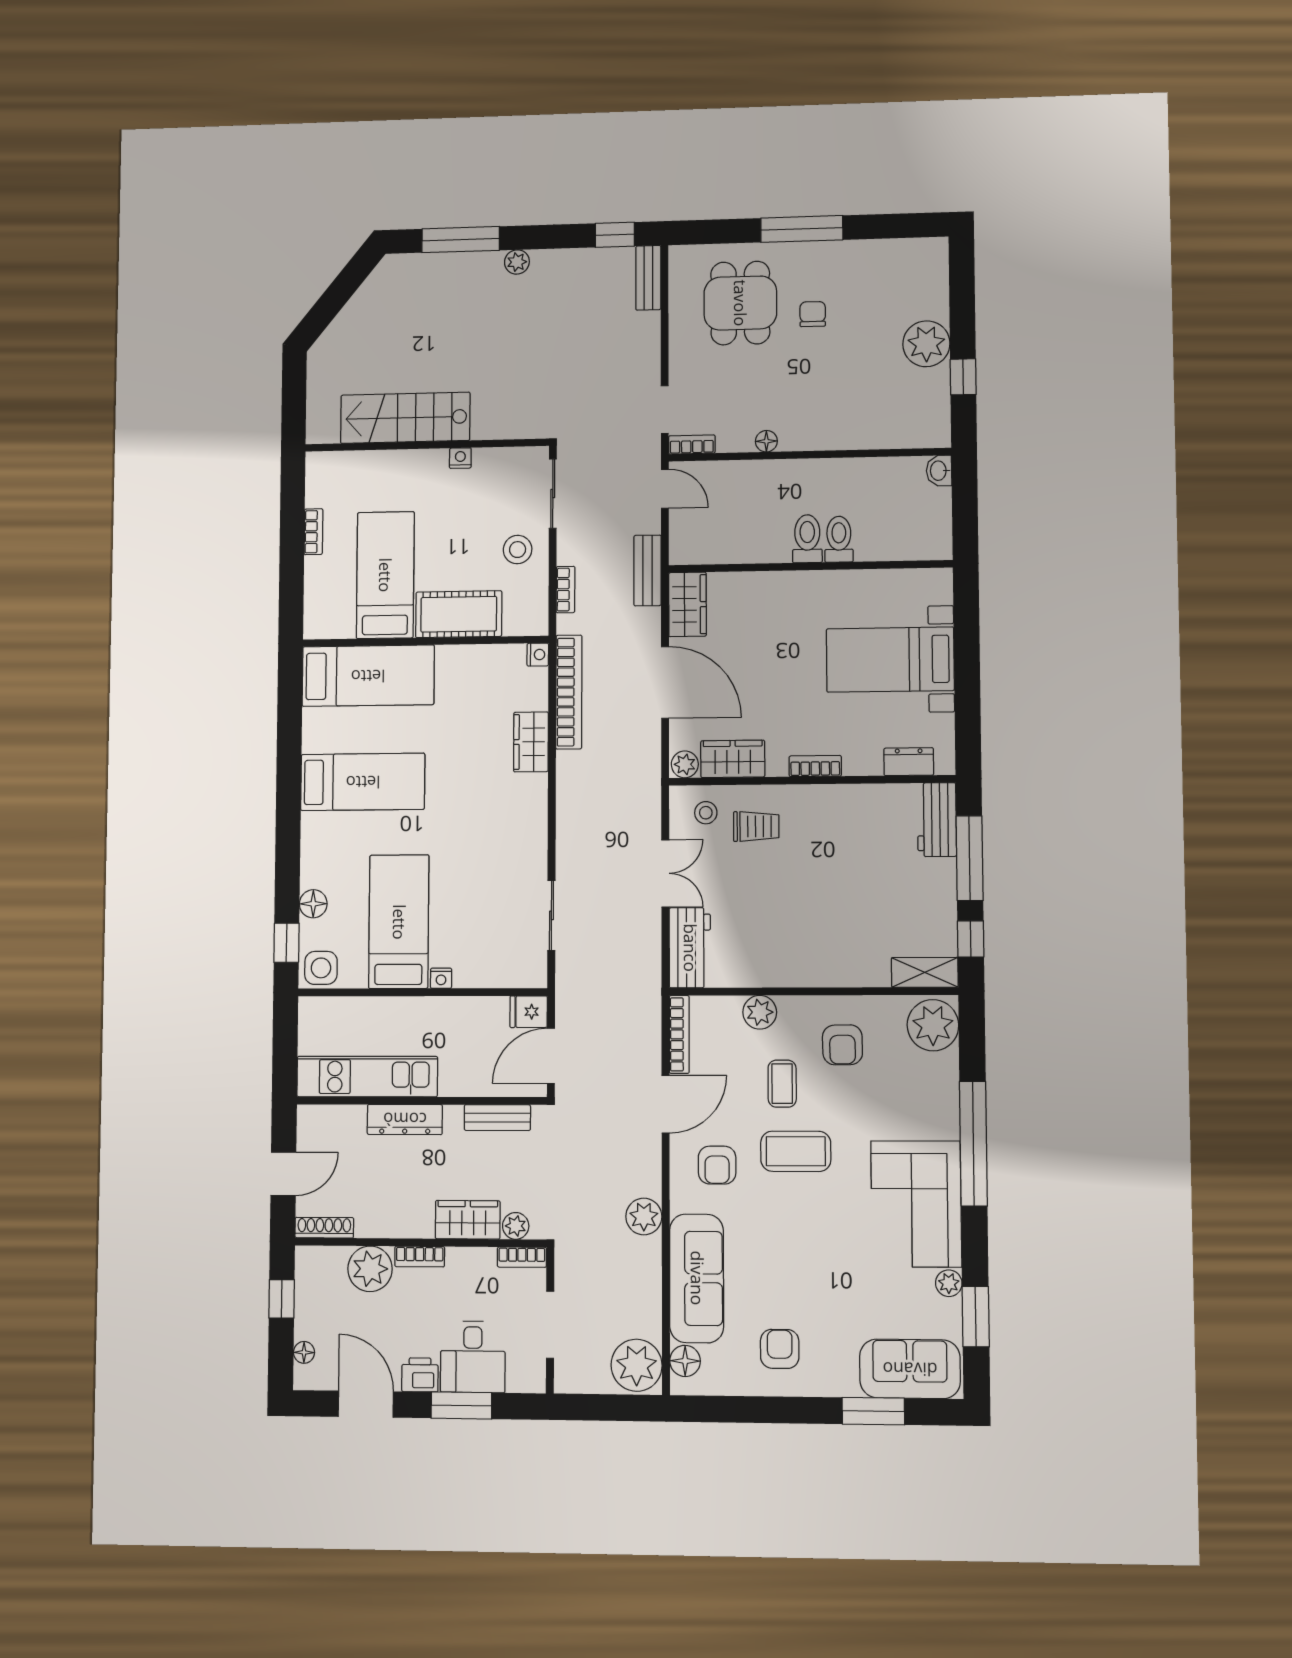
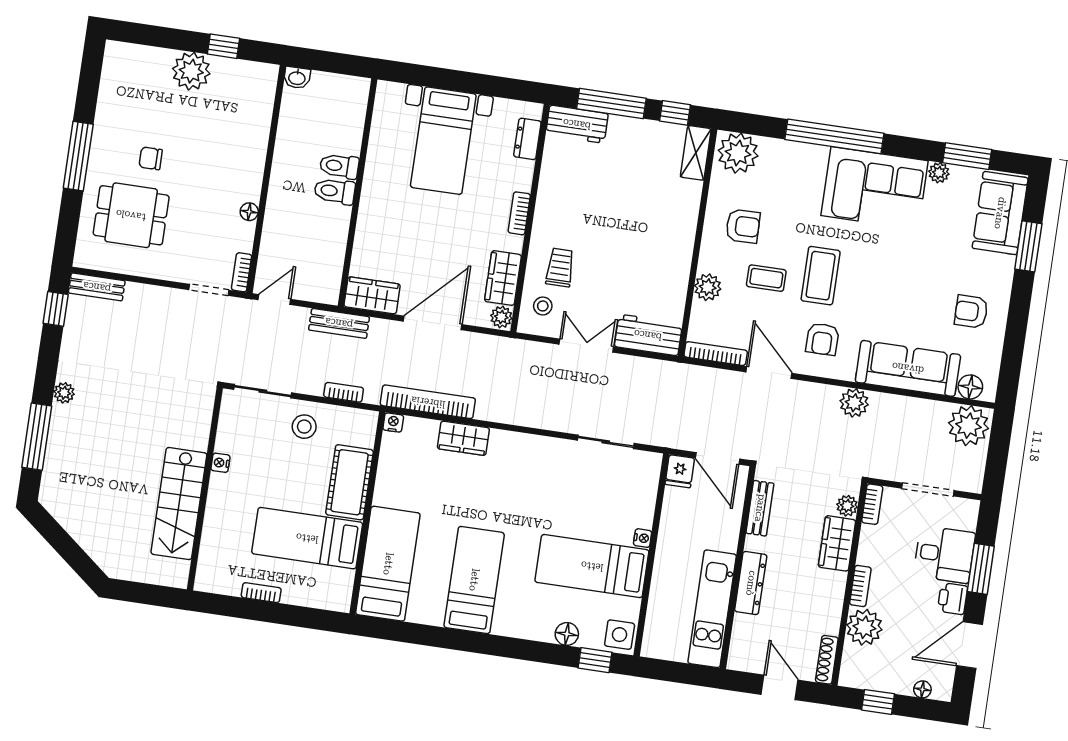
armchair: (717, 1165) -> (822, 339), turned 90

